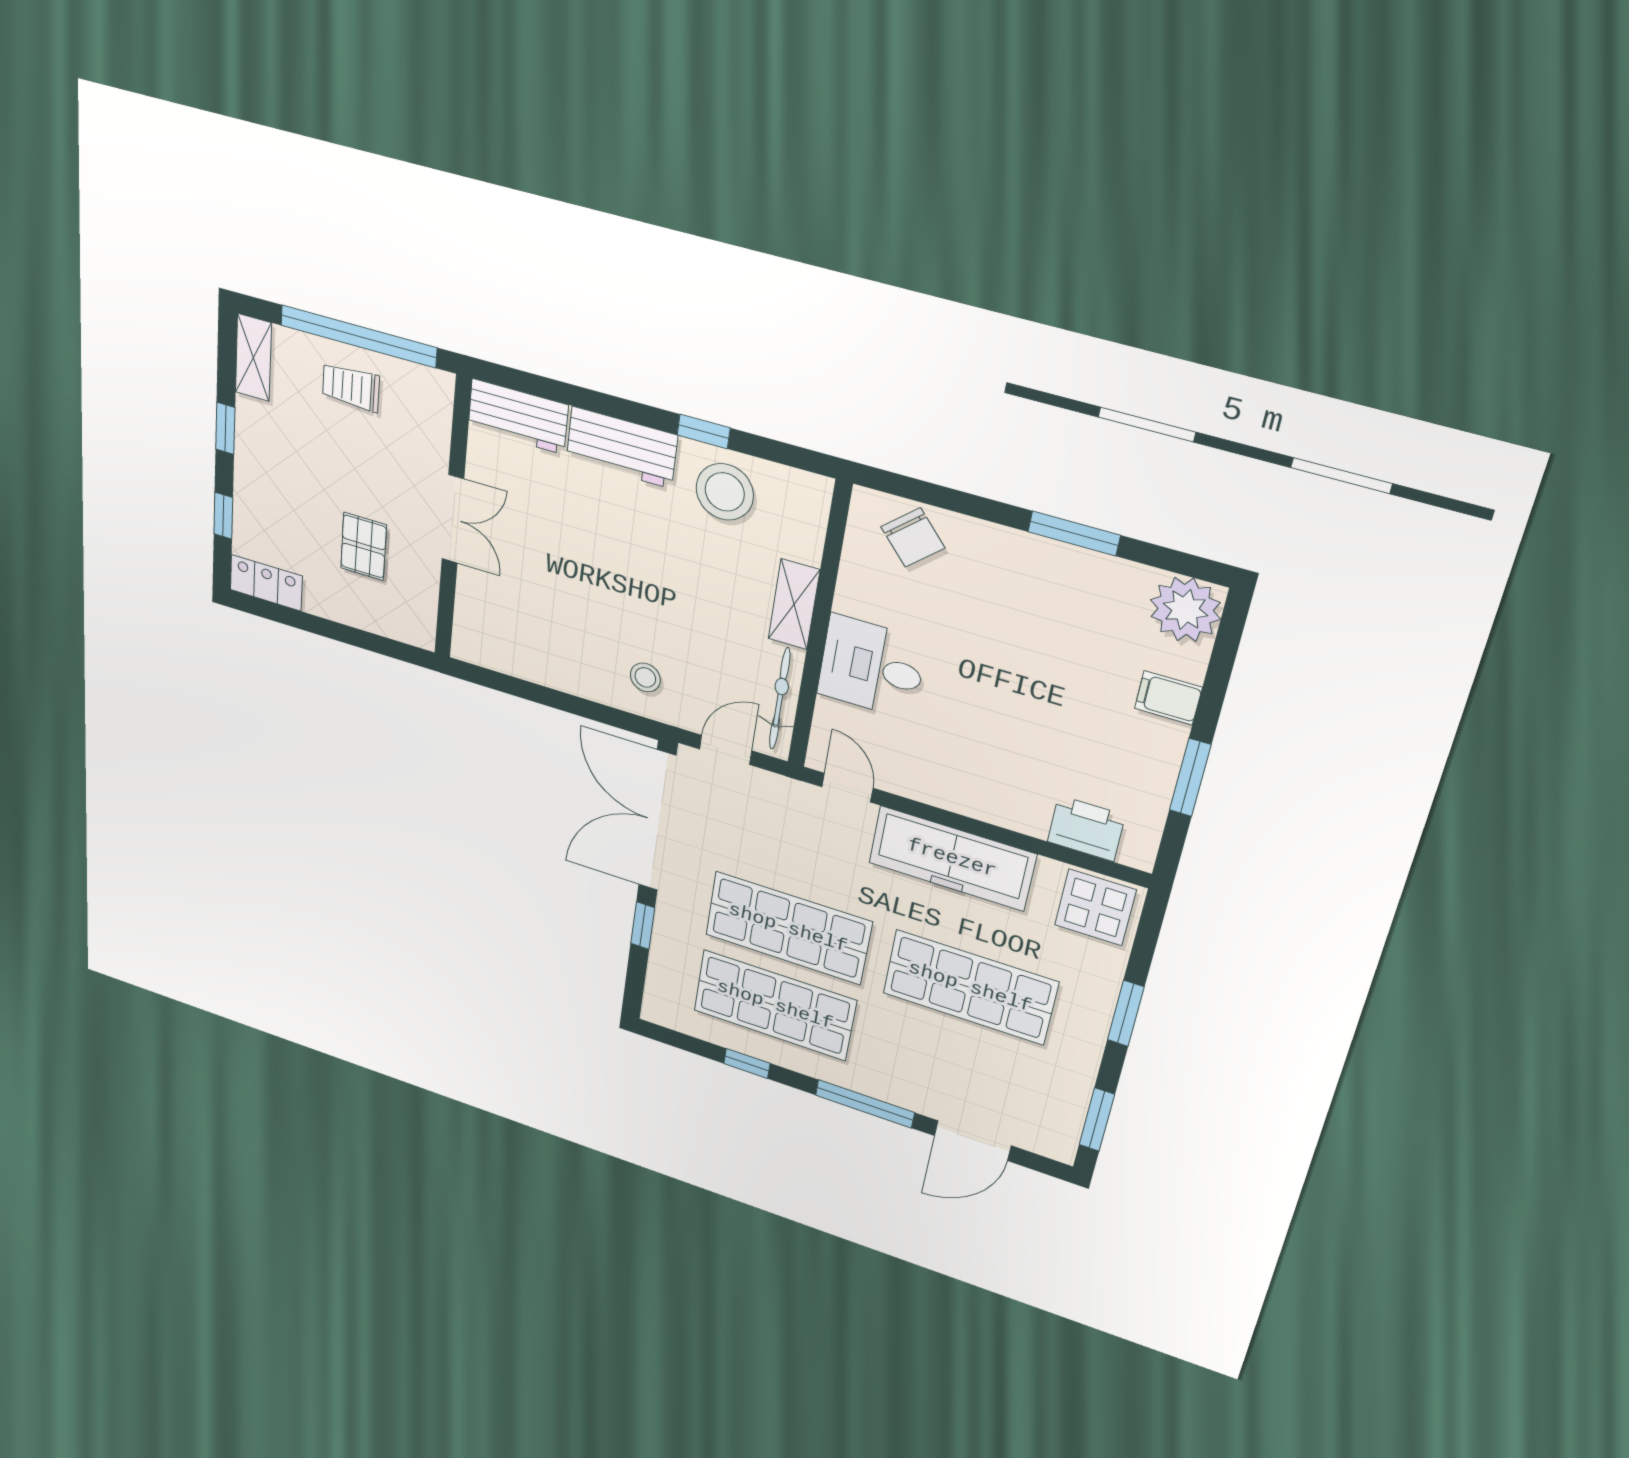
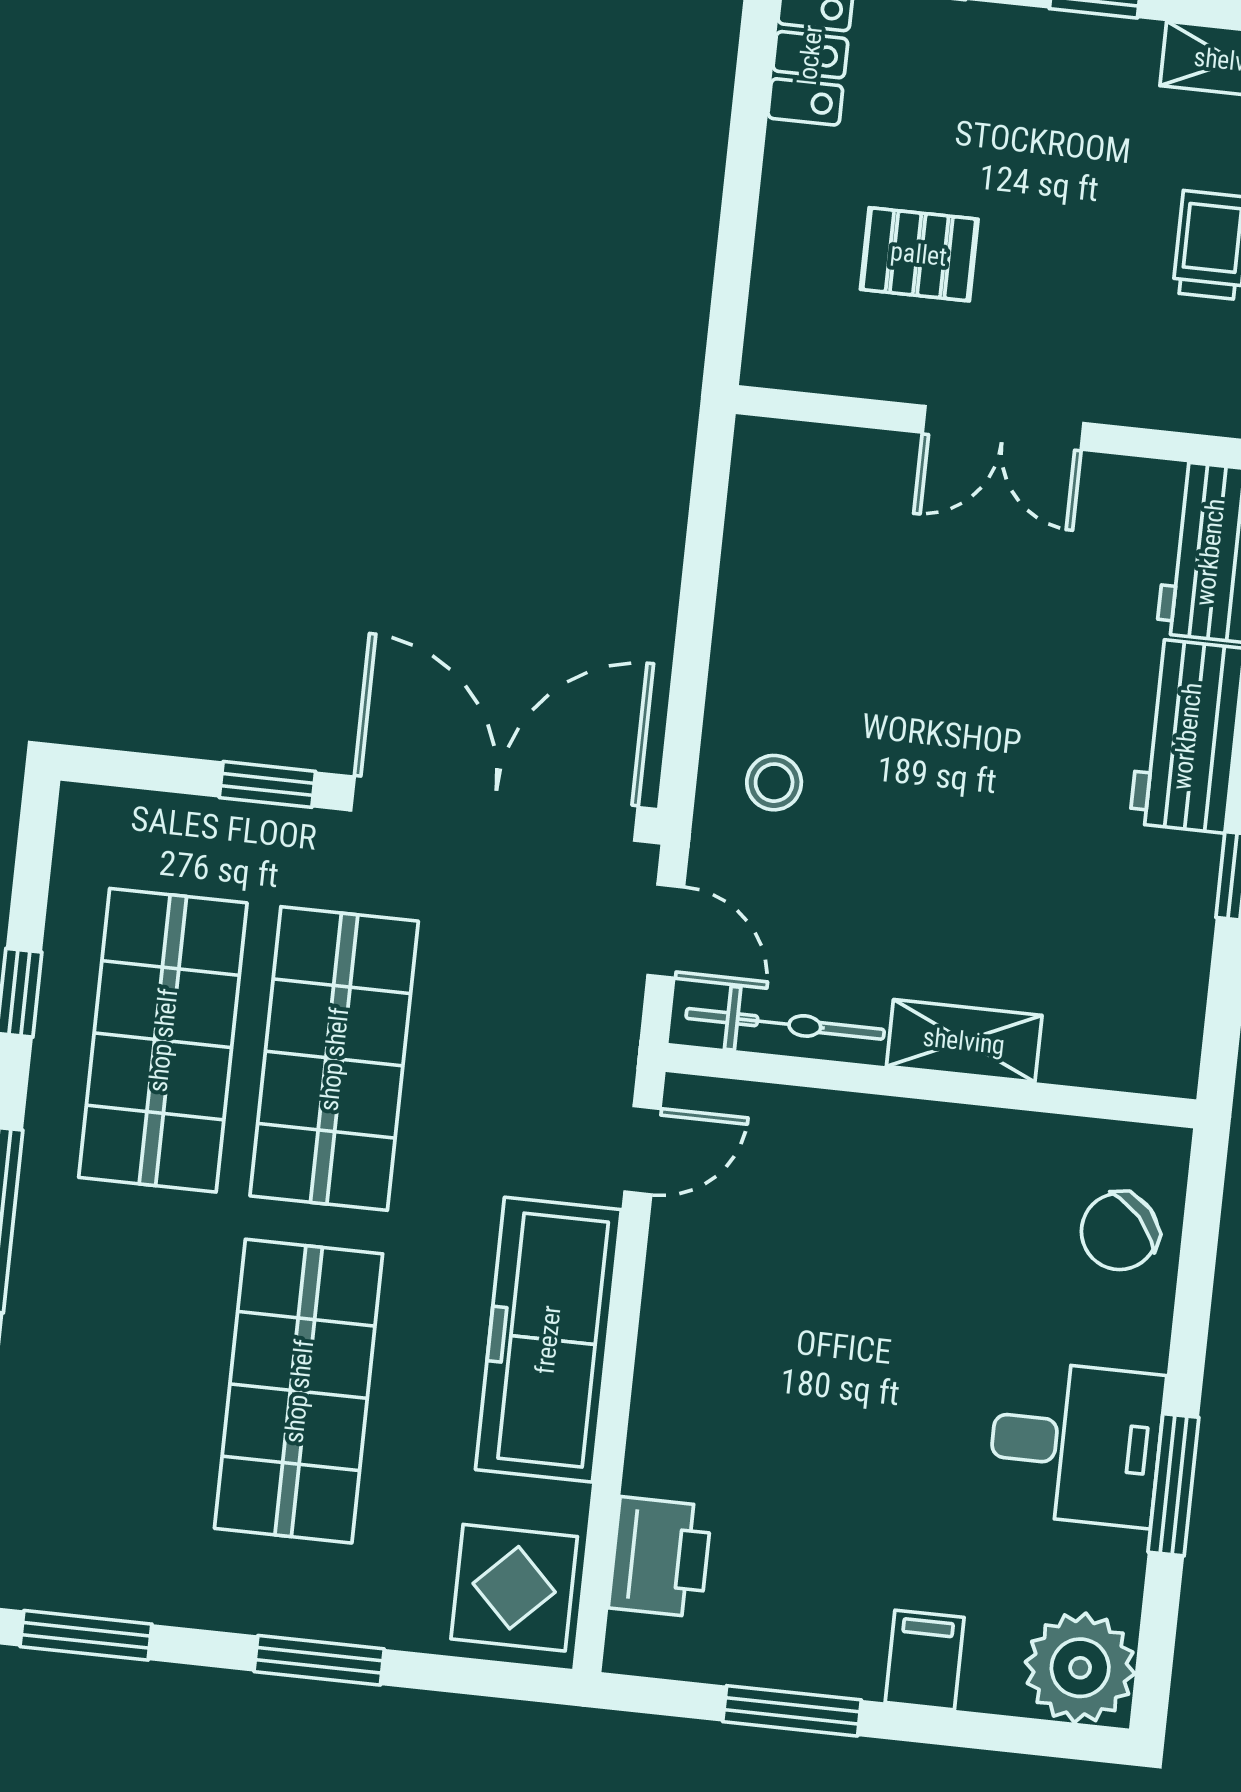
stool: (725, 492) -> (1141, 915), removed
desk: (872, 667) -> (1076, 1444), moved, turned 90

